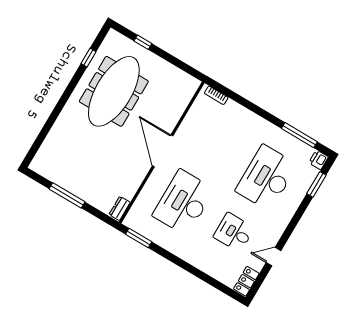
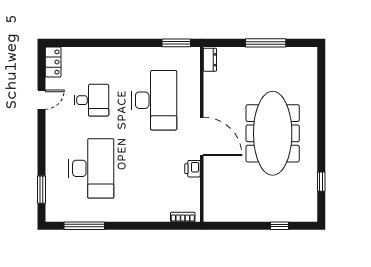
meeting table: (114, 91) -> (273, 133), moved
printer: (318, 160) -> (193, 169), moved, turned 180

